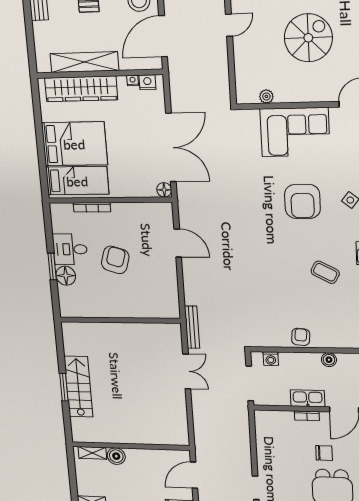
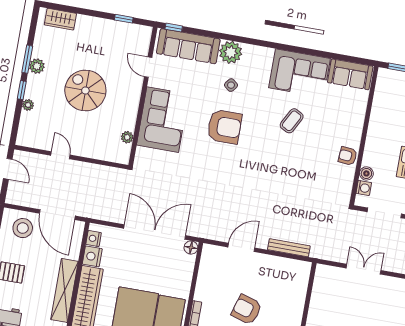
nightstand: (133, 81) -> (92, 256), width x1.89, depth x1.79
bench: (192, 327) -> (289, 248), moved
boiler: (329, 360) -> (366, 173), moved

